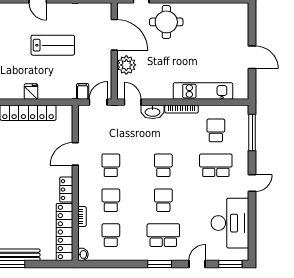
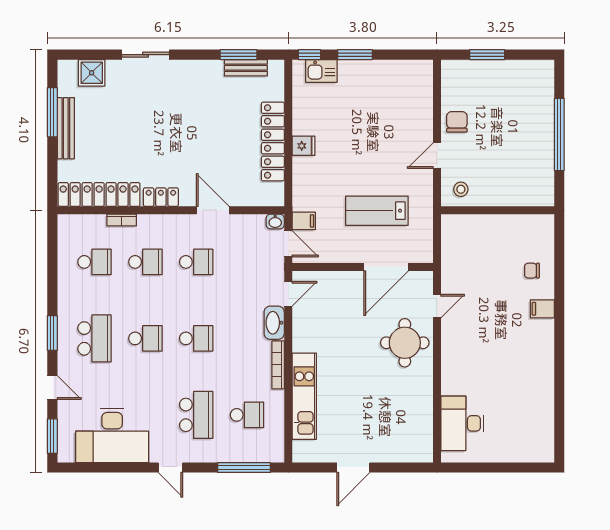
lab bench: (53, 45) -> (377, 211), moved, turned 90
plant: (126, 65) -> (342, 285), removed
washbasin: (83, 254) -> (275, 222), moved

